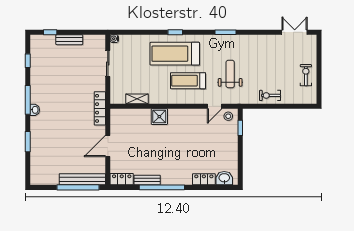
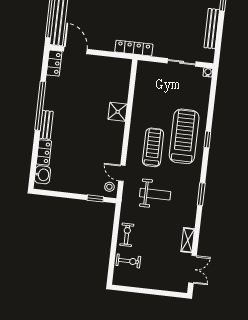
bench: (69, 40) -> (212, 29), width x1.36
exercise bike: (306, 75) -> (128, 261), moved
shelving: (137, 99) -> (188, 240), moved
door: (108, 146) -> (75, 50), moved
bench: (147, 180) -> (46, 125), moved

